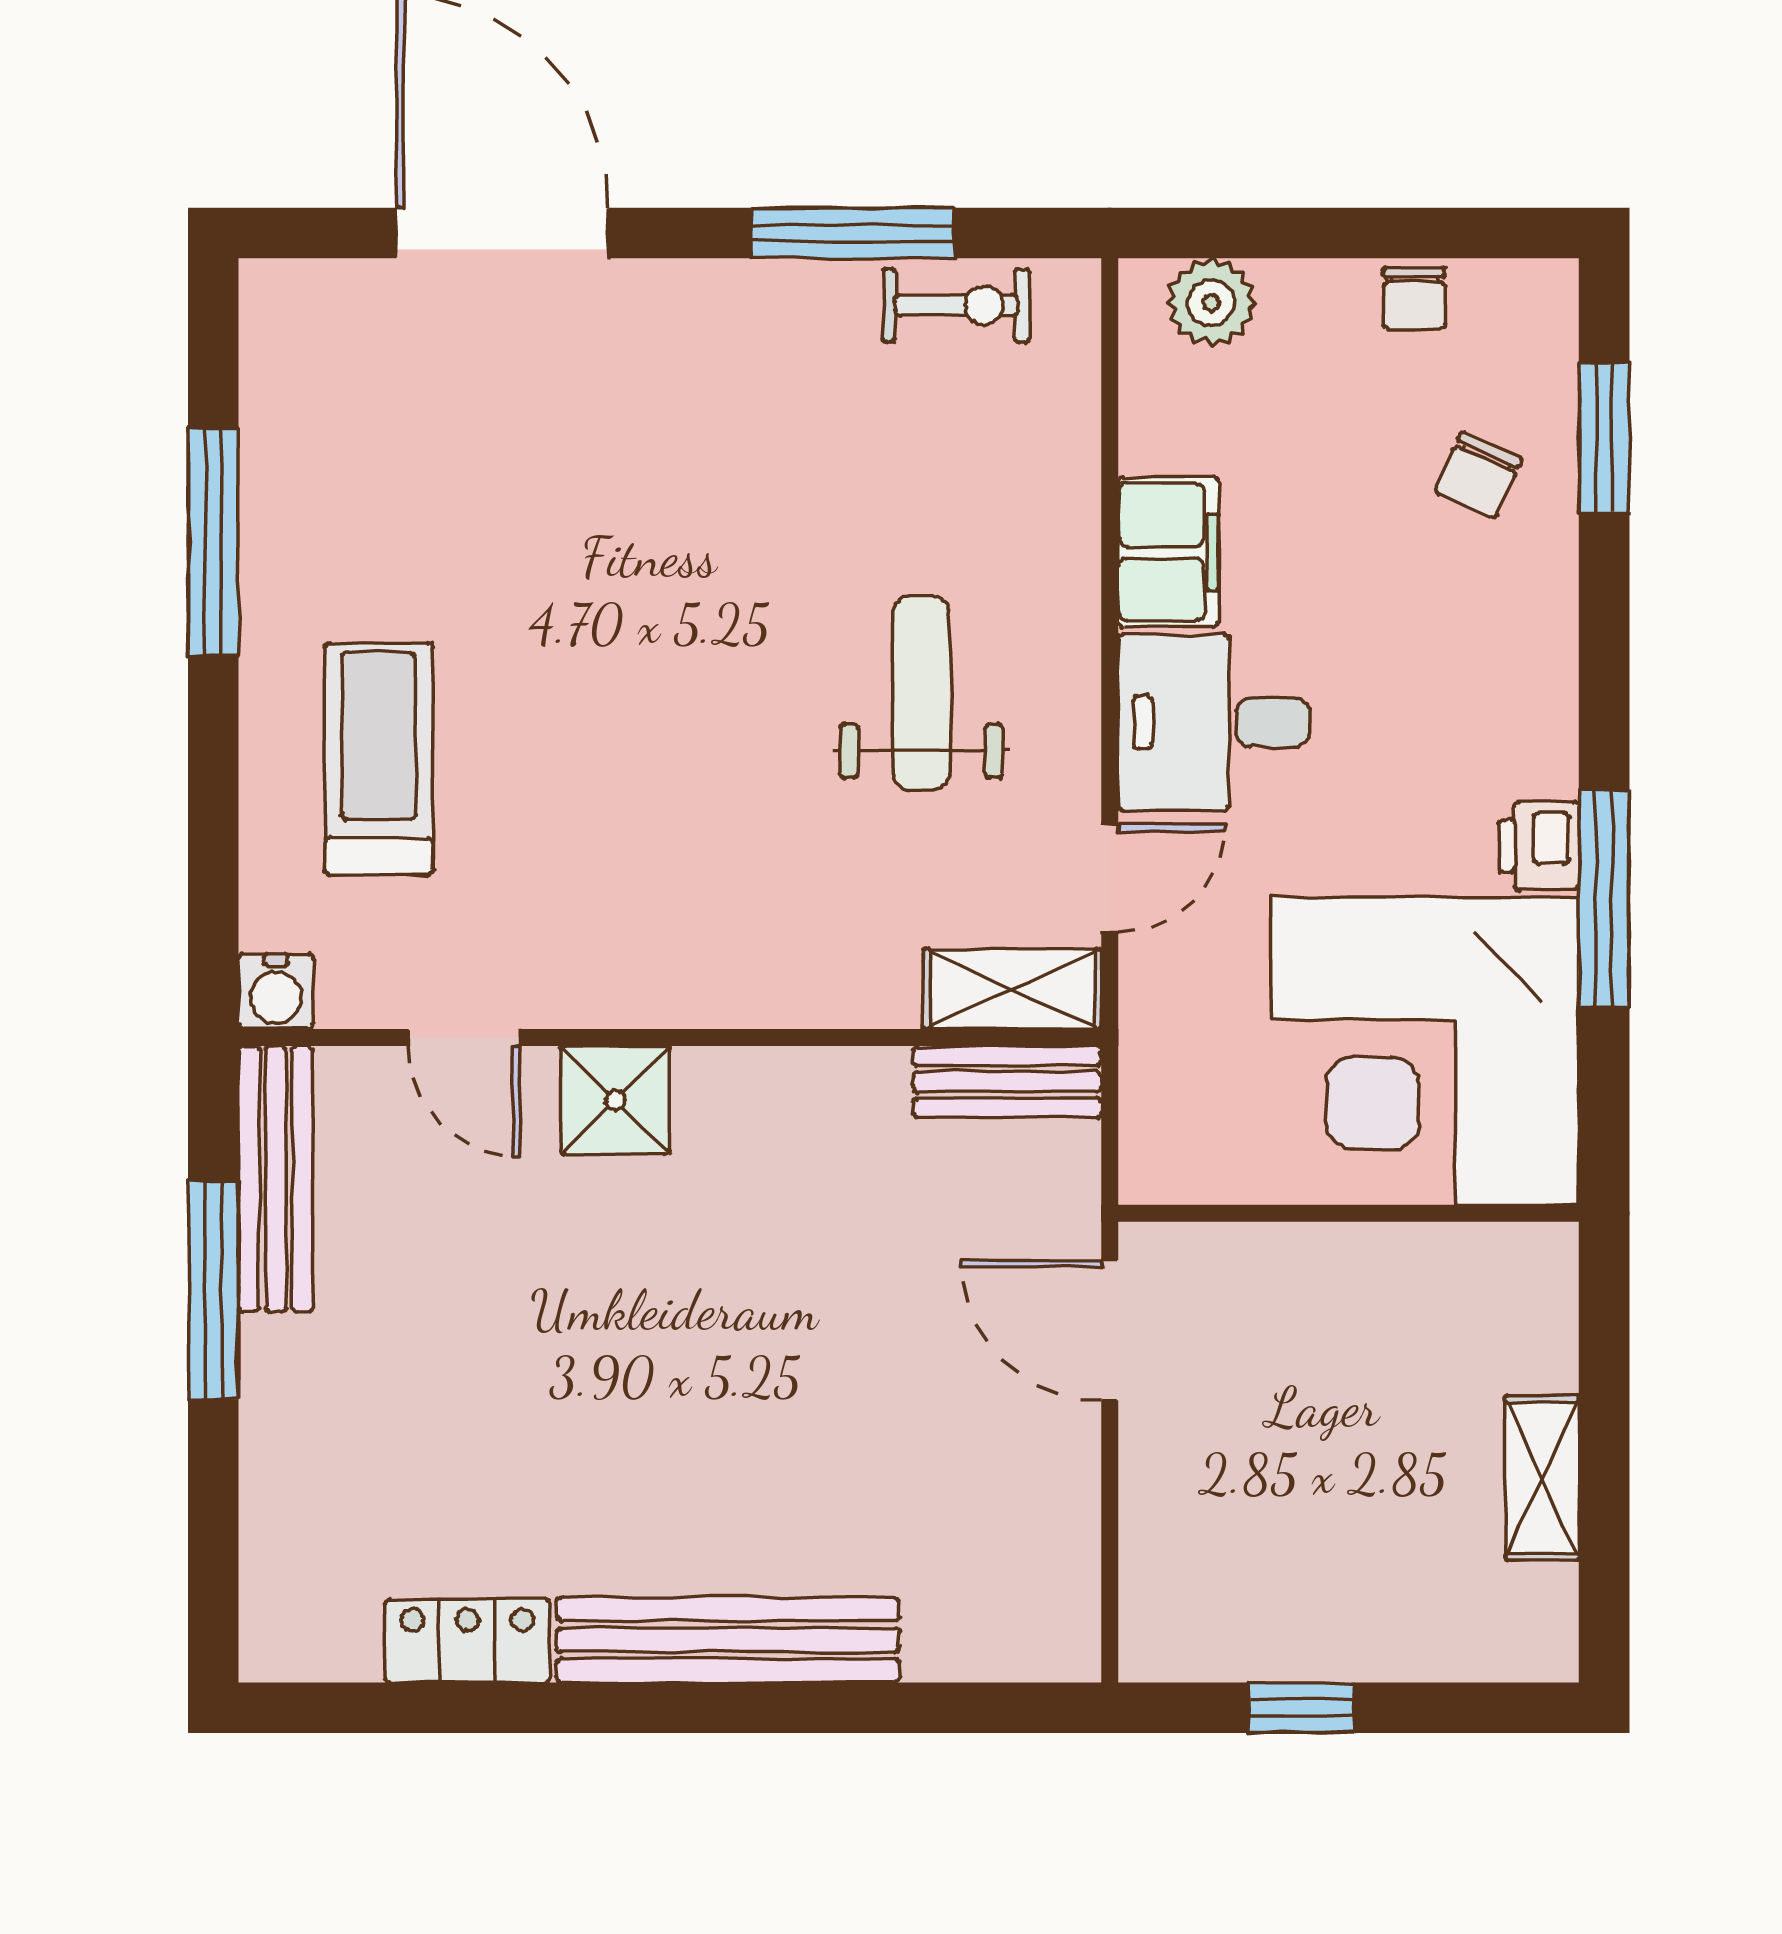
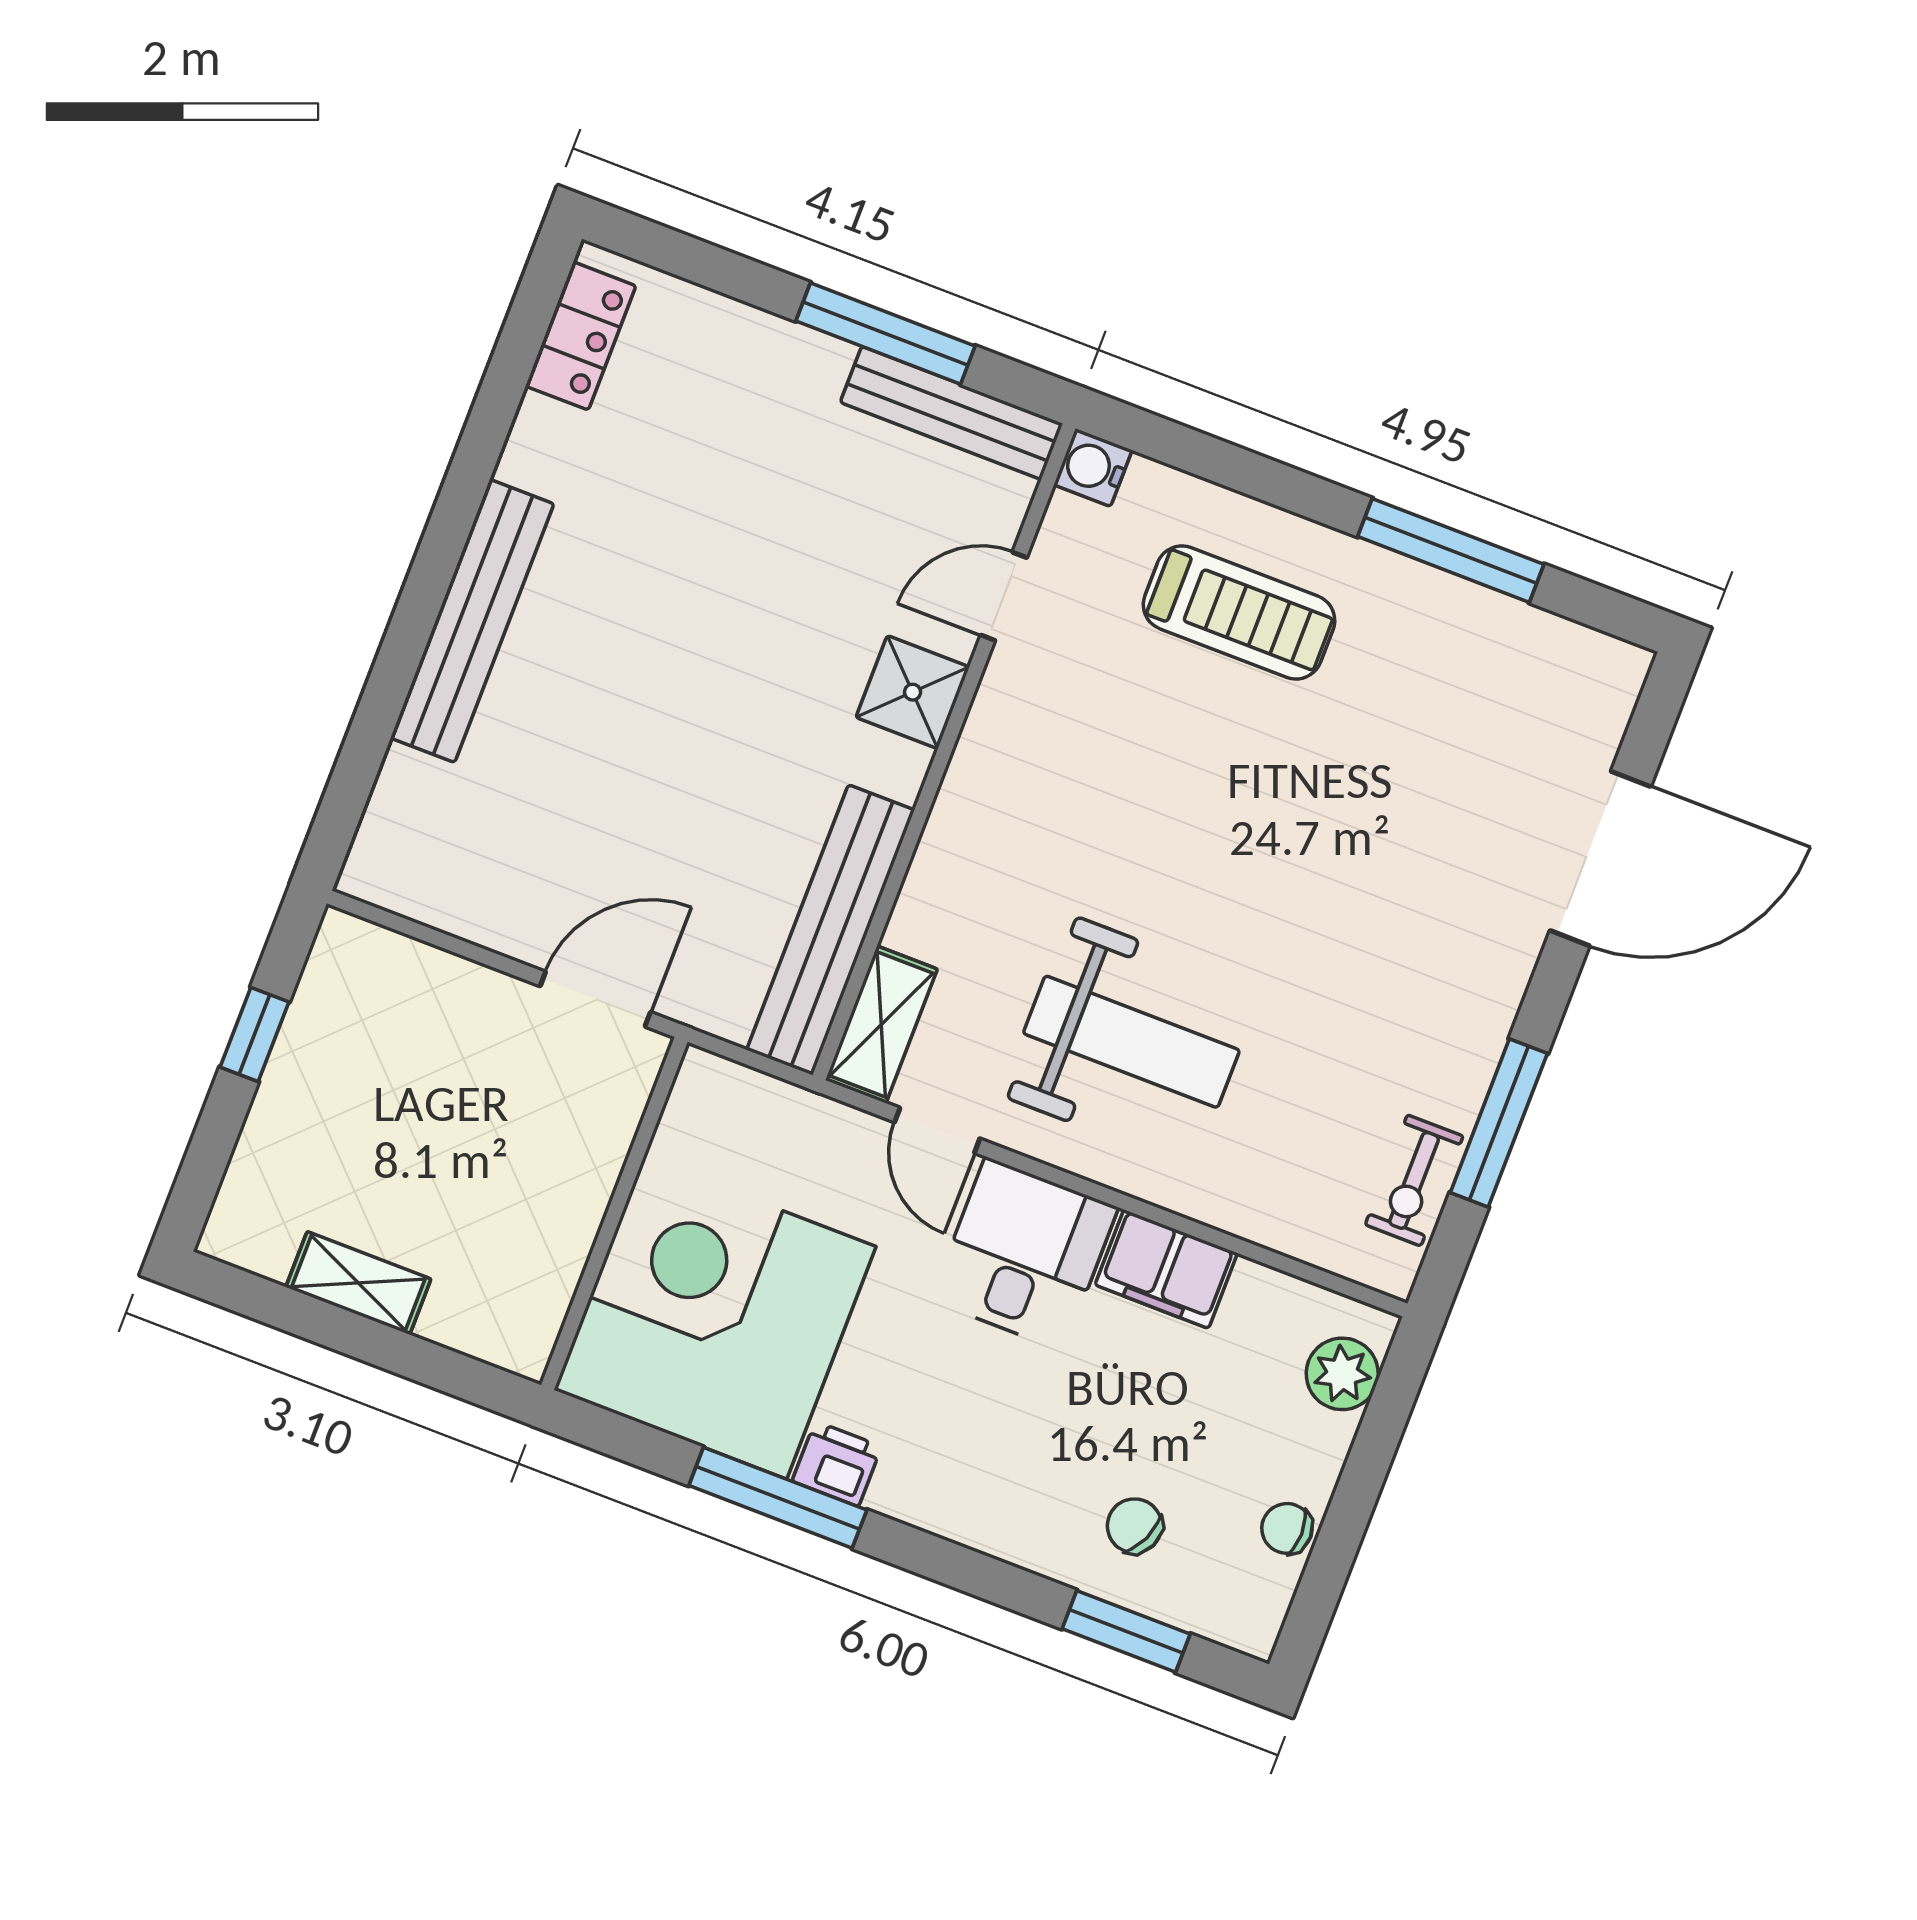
weight bench: (921, 693) -> (1131, 1042), width x1.36, depth x1.33
bench: (1007, 1082) -> (831, 930), width x1.86, depth x1.21
locker: (467, 1641) -> (581, 336), moved

